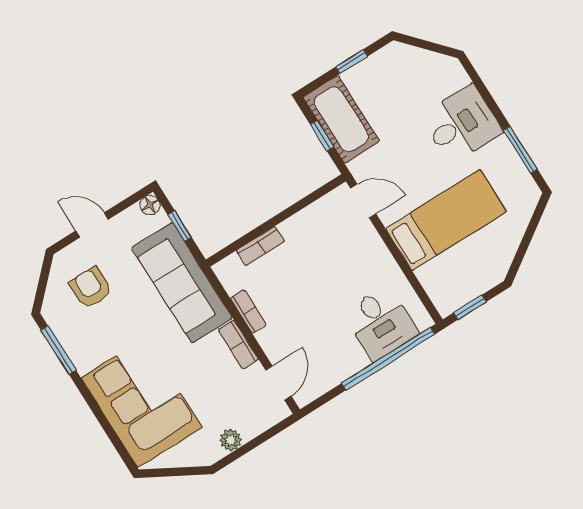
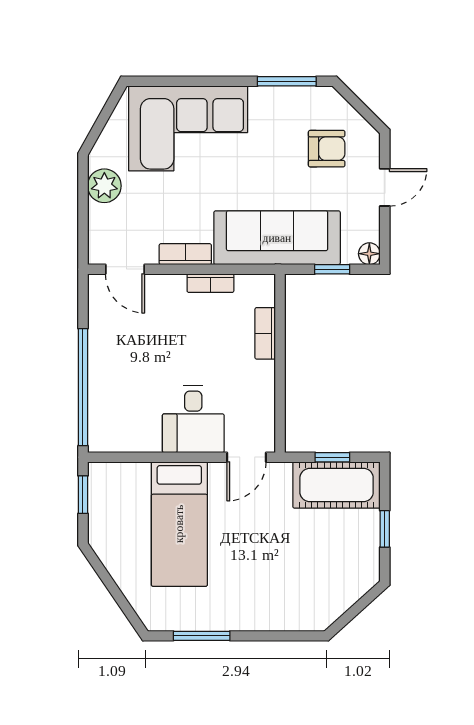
desk: (462, 124) -> (261, 596), removed
desk: (381, 323) -> (193, 419), moved, turned -90
plant: (231, 440) -> (104, 186), width x1.38, depth x1.38

